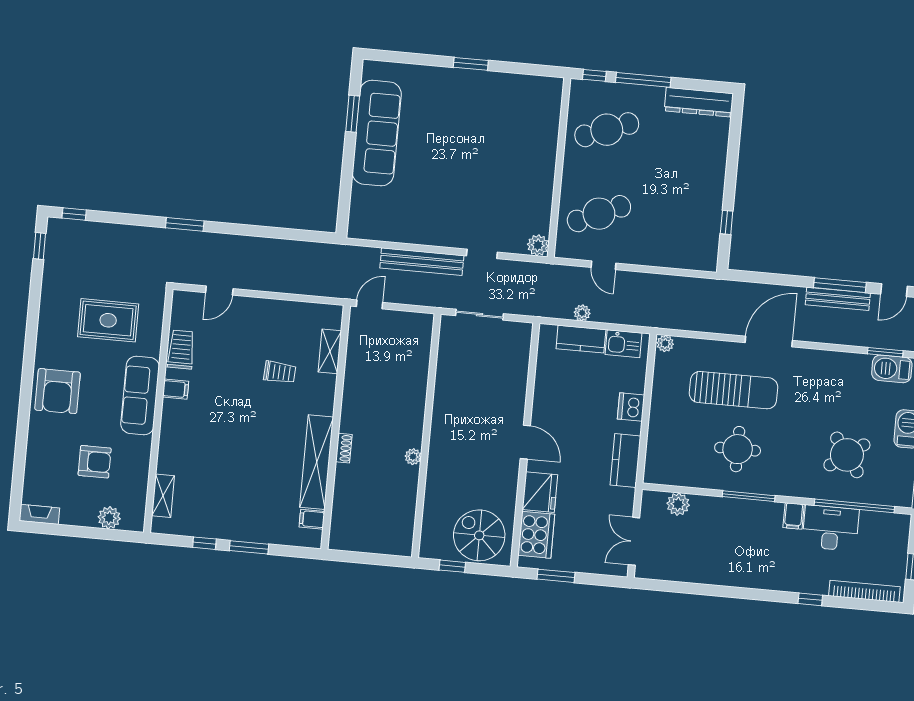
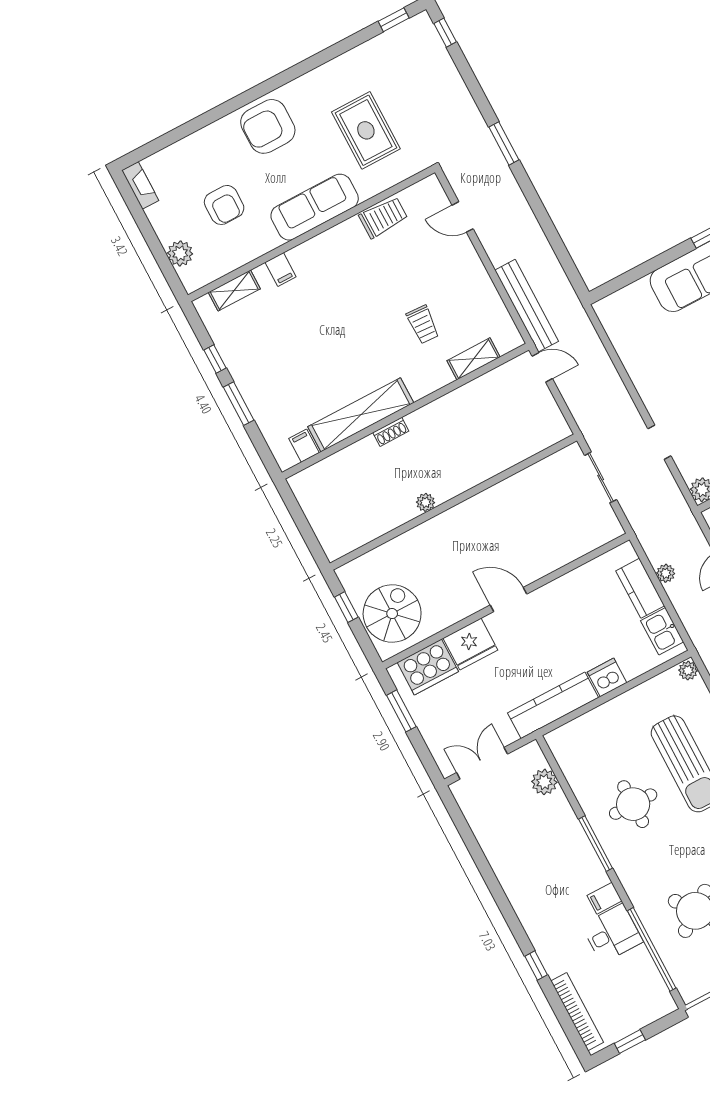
bench: (422, 262) -> (527, 306), moved
filing cabinet: (176, 389) -> (281, 270), moved
door: (525, 442) -> (509, 599), swing flipped
kitchen counter: (625, 461) -> (553, 705), width x1.50
desk: (831, 528) -> (612, 933), width x0.73

